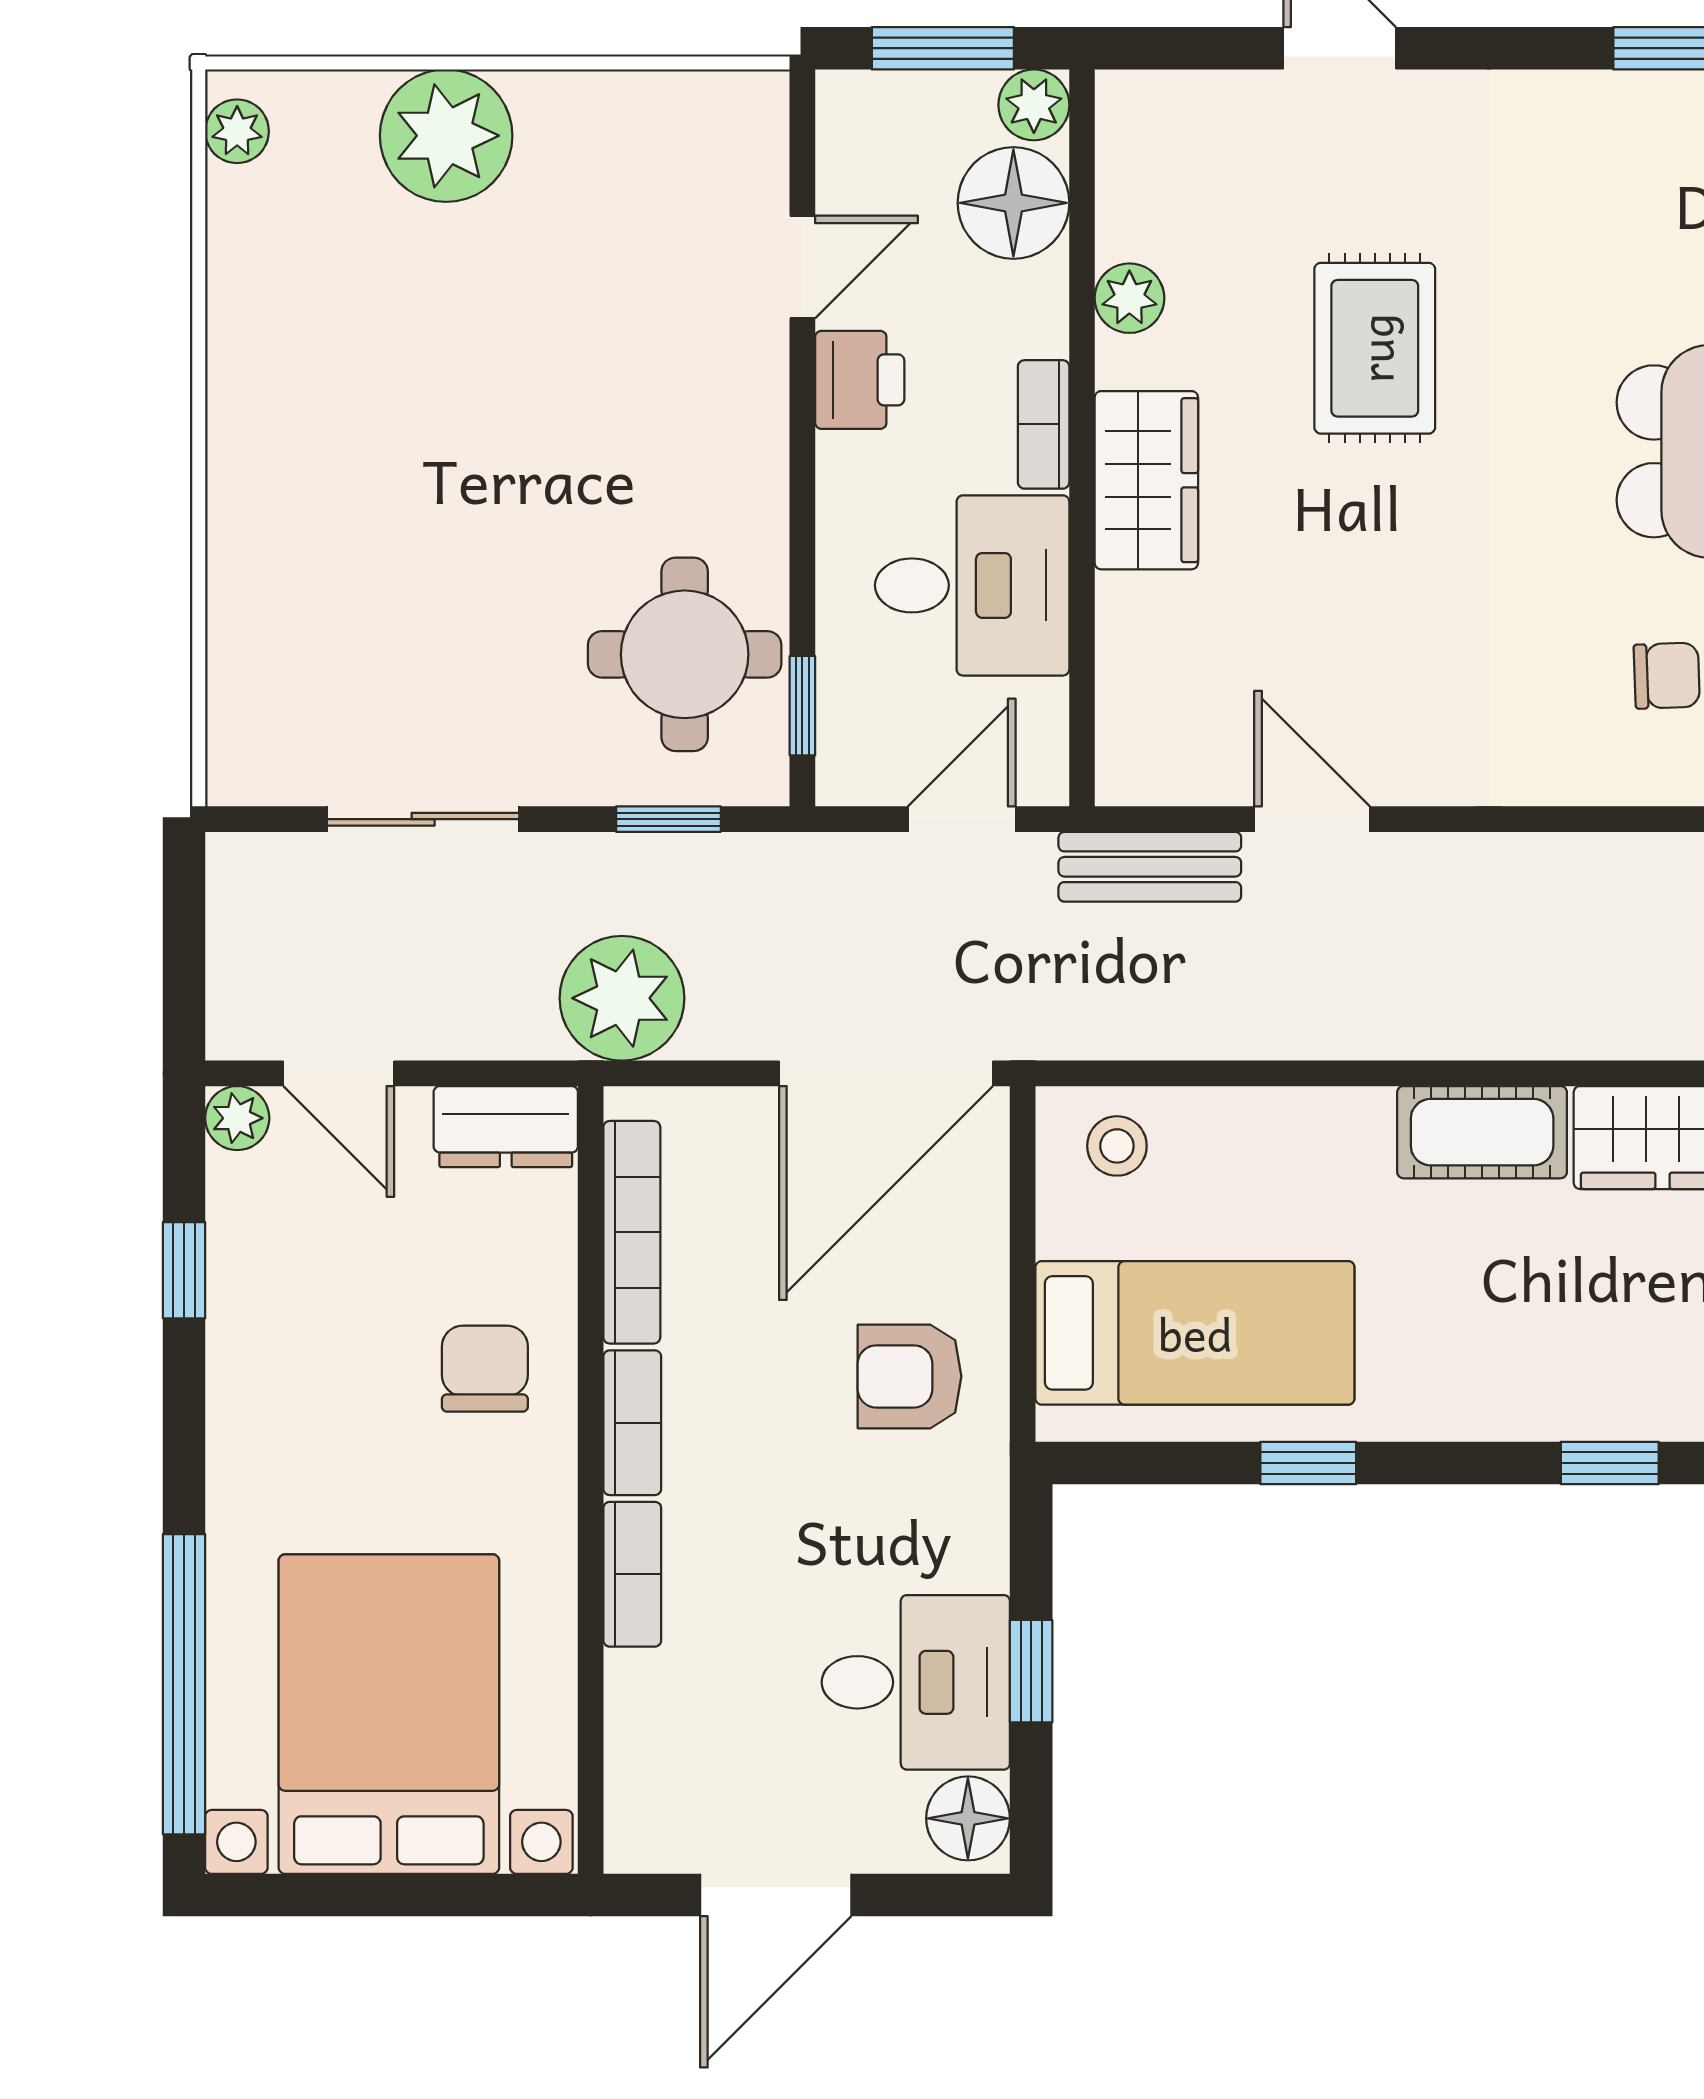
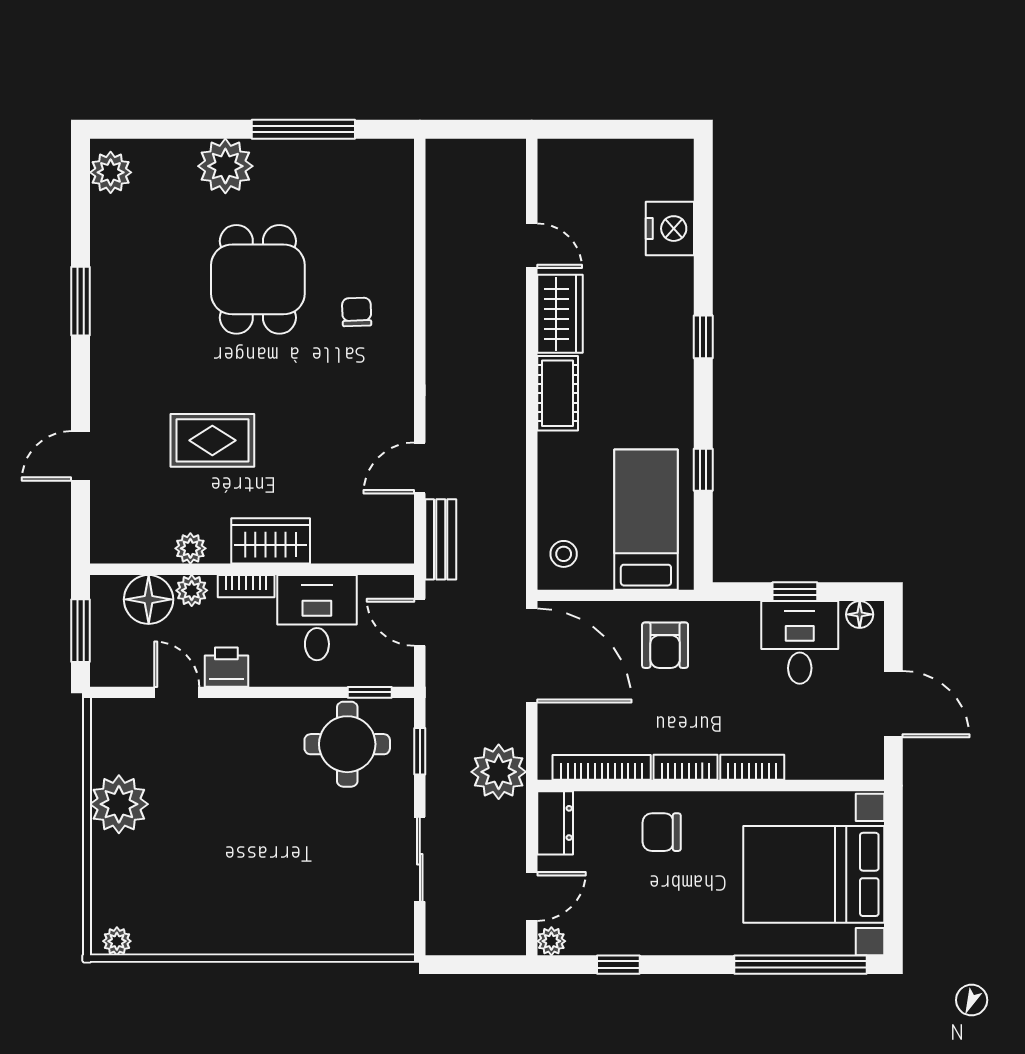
plant: (1034, 105) -> (192, 590), moved
plant: (446, 136) -> (119, 804), moved
floor lamp: (968, 1818) -> (860, 614), width x0.73, depth x0.73

